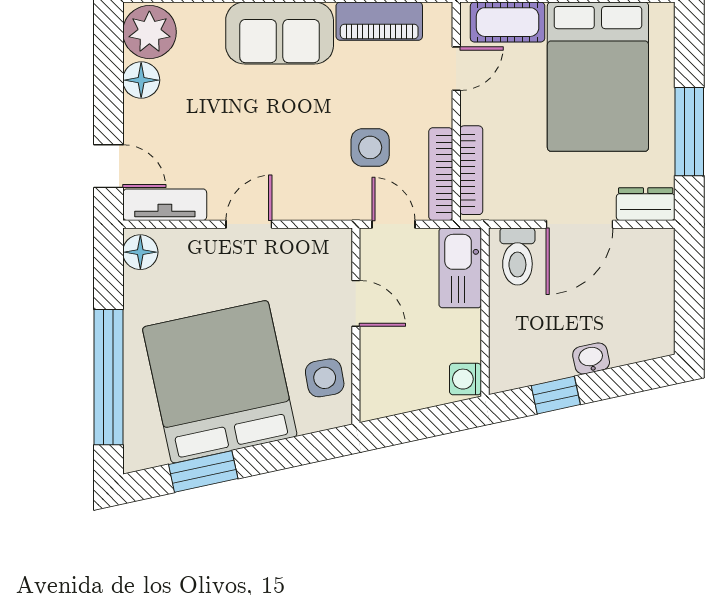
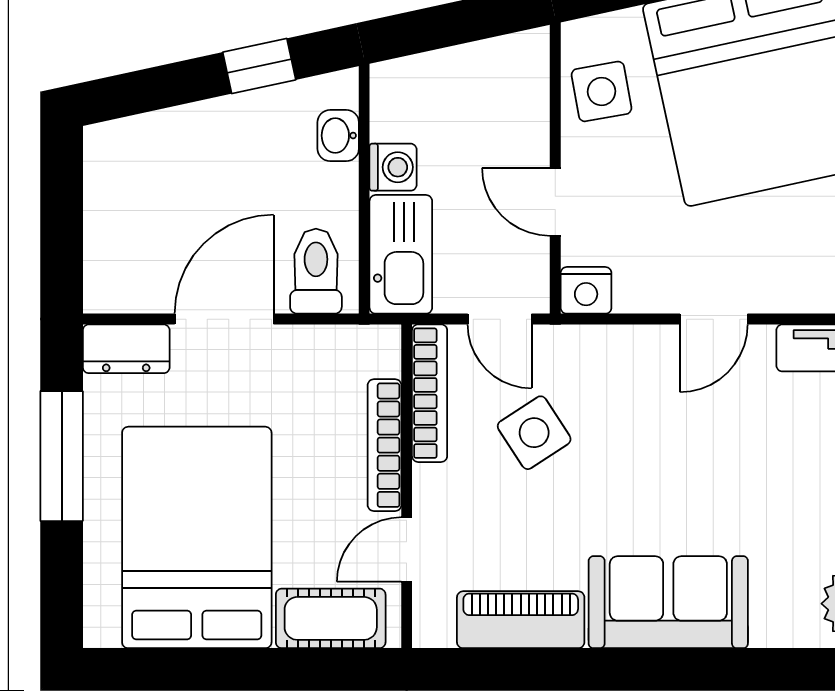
side table: (370, 147) -> (534, 433), turned -33
bookcase: (471, 170) -> (384, 445), moved
nightstand: (335, 244) -> (586, 290), added
washbasin: (591, 358) -> (338, 136), moved, turned 102
washing machine: (465, 379) -> (393, 167), moved

